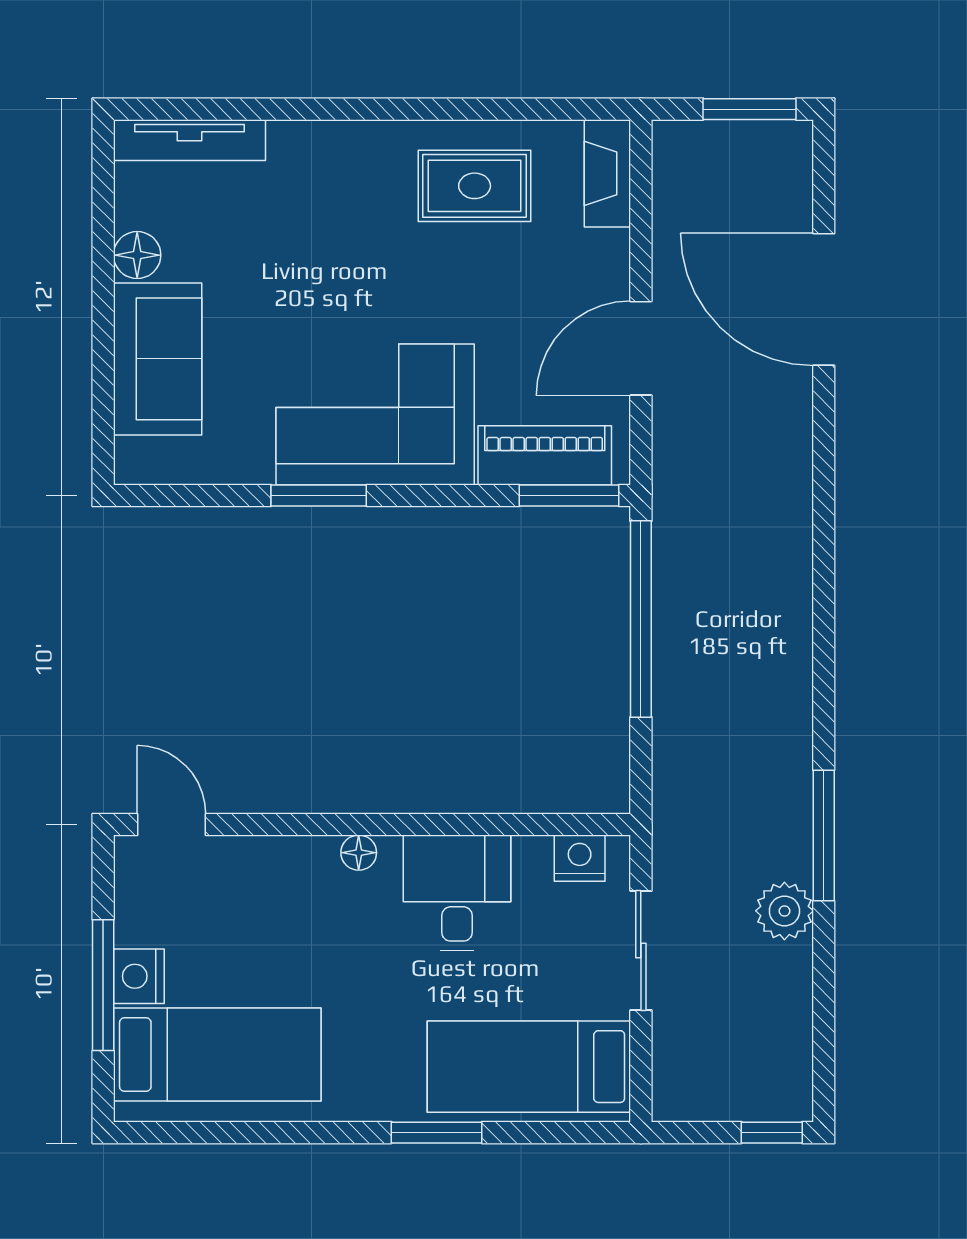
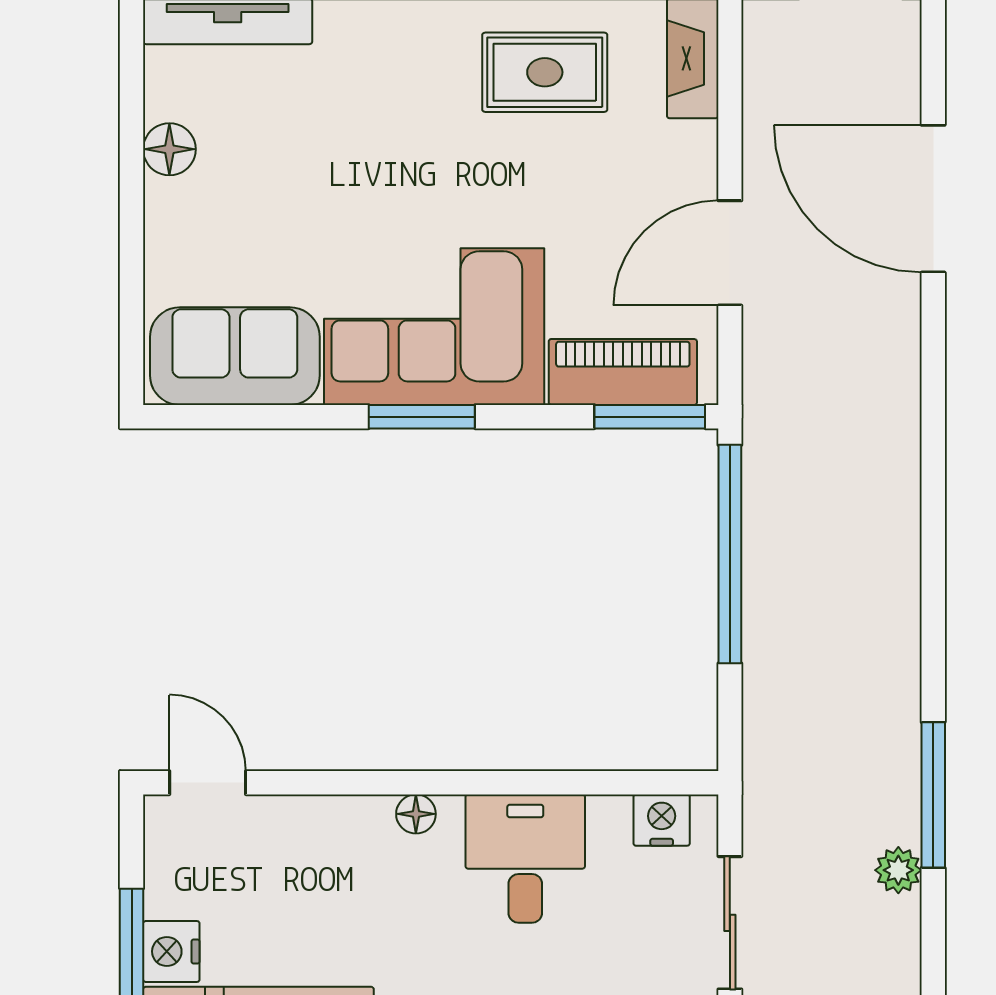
sofa: (158, 359) -> (235, 356), moved, turned -90
window: (319, 495) -> (422, 417), moved
plant: (784, 911) -> (898, 870), width x0.73, depth x0.73

